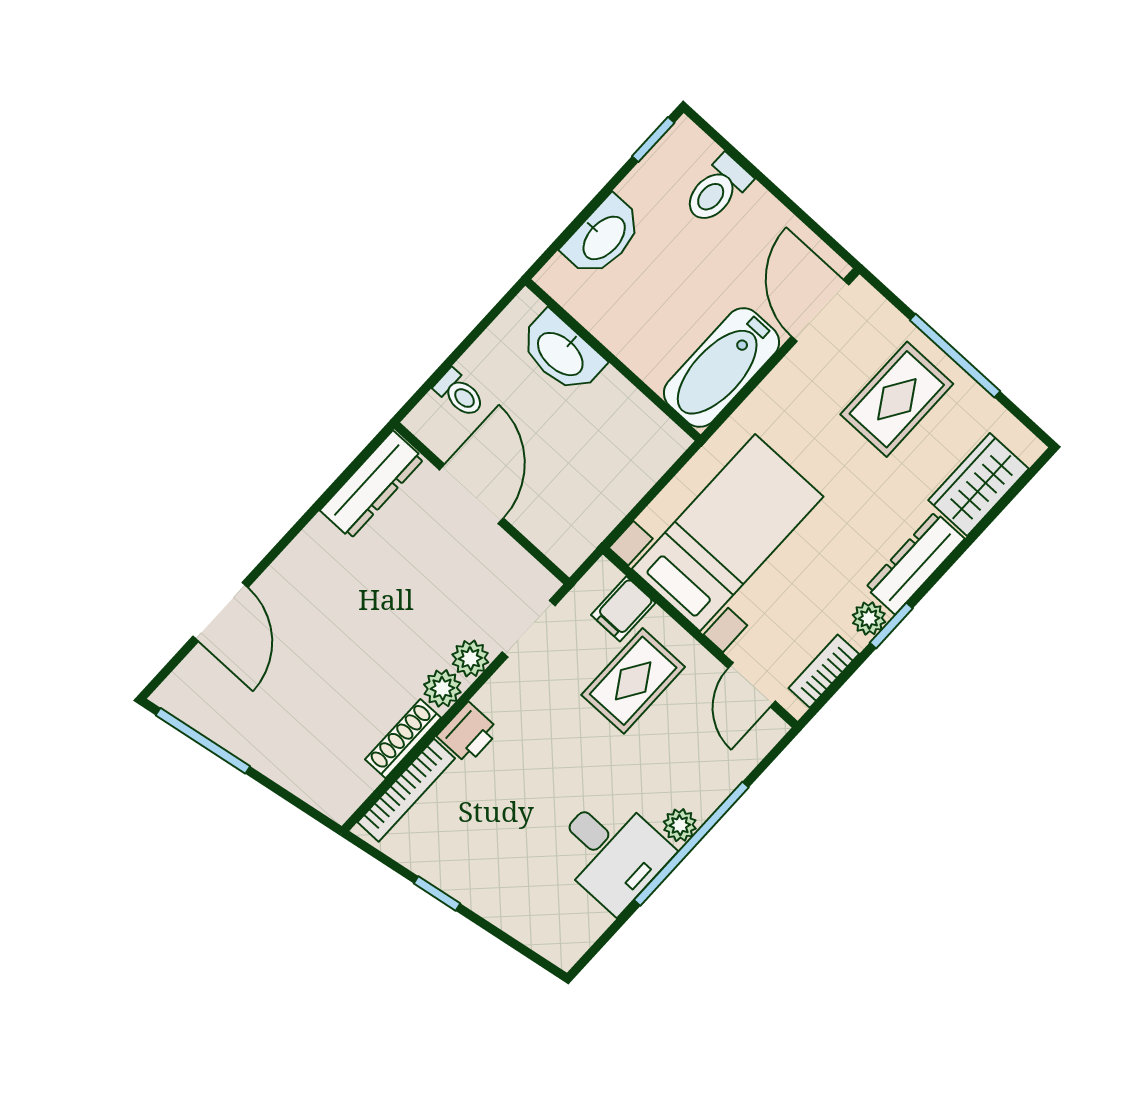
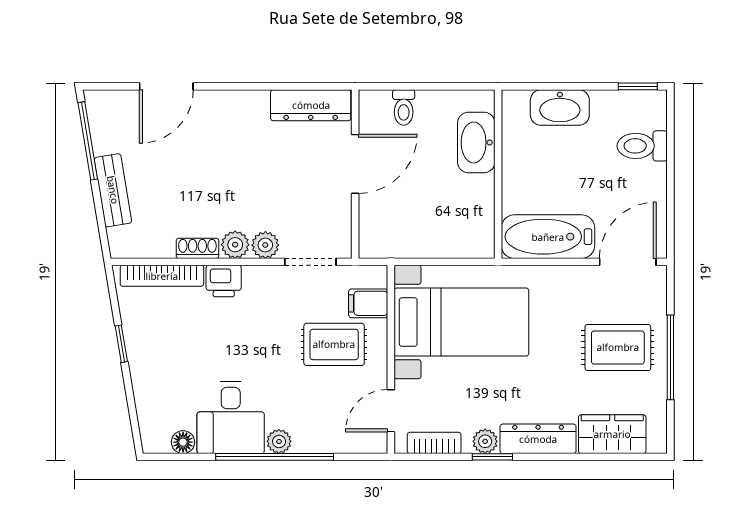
shoe rack: (403, 739) -> (197, 248), width x0.70
bench: (276, 761) -> (113, 190), added
floor lamp: (592, 922) -> (183, 442), added

